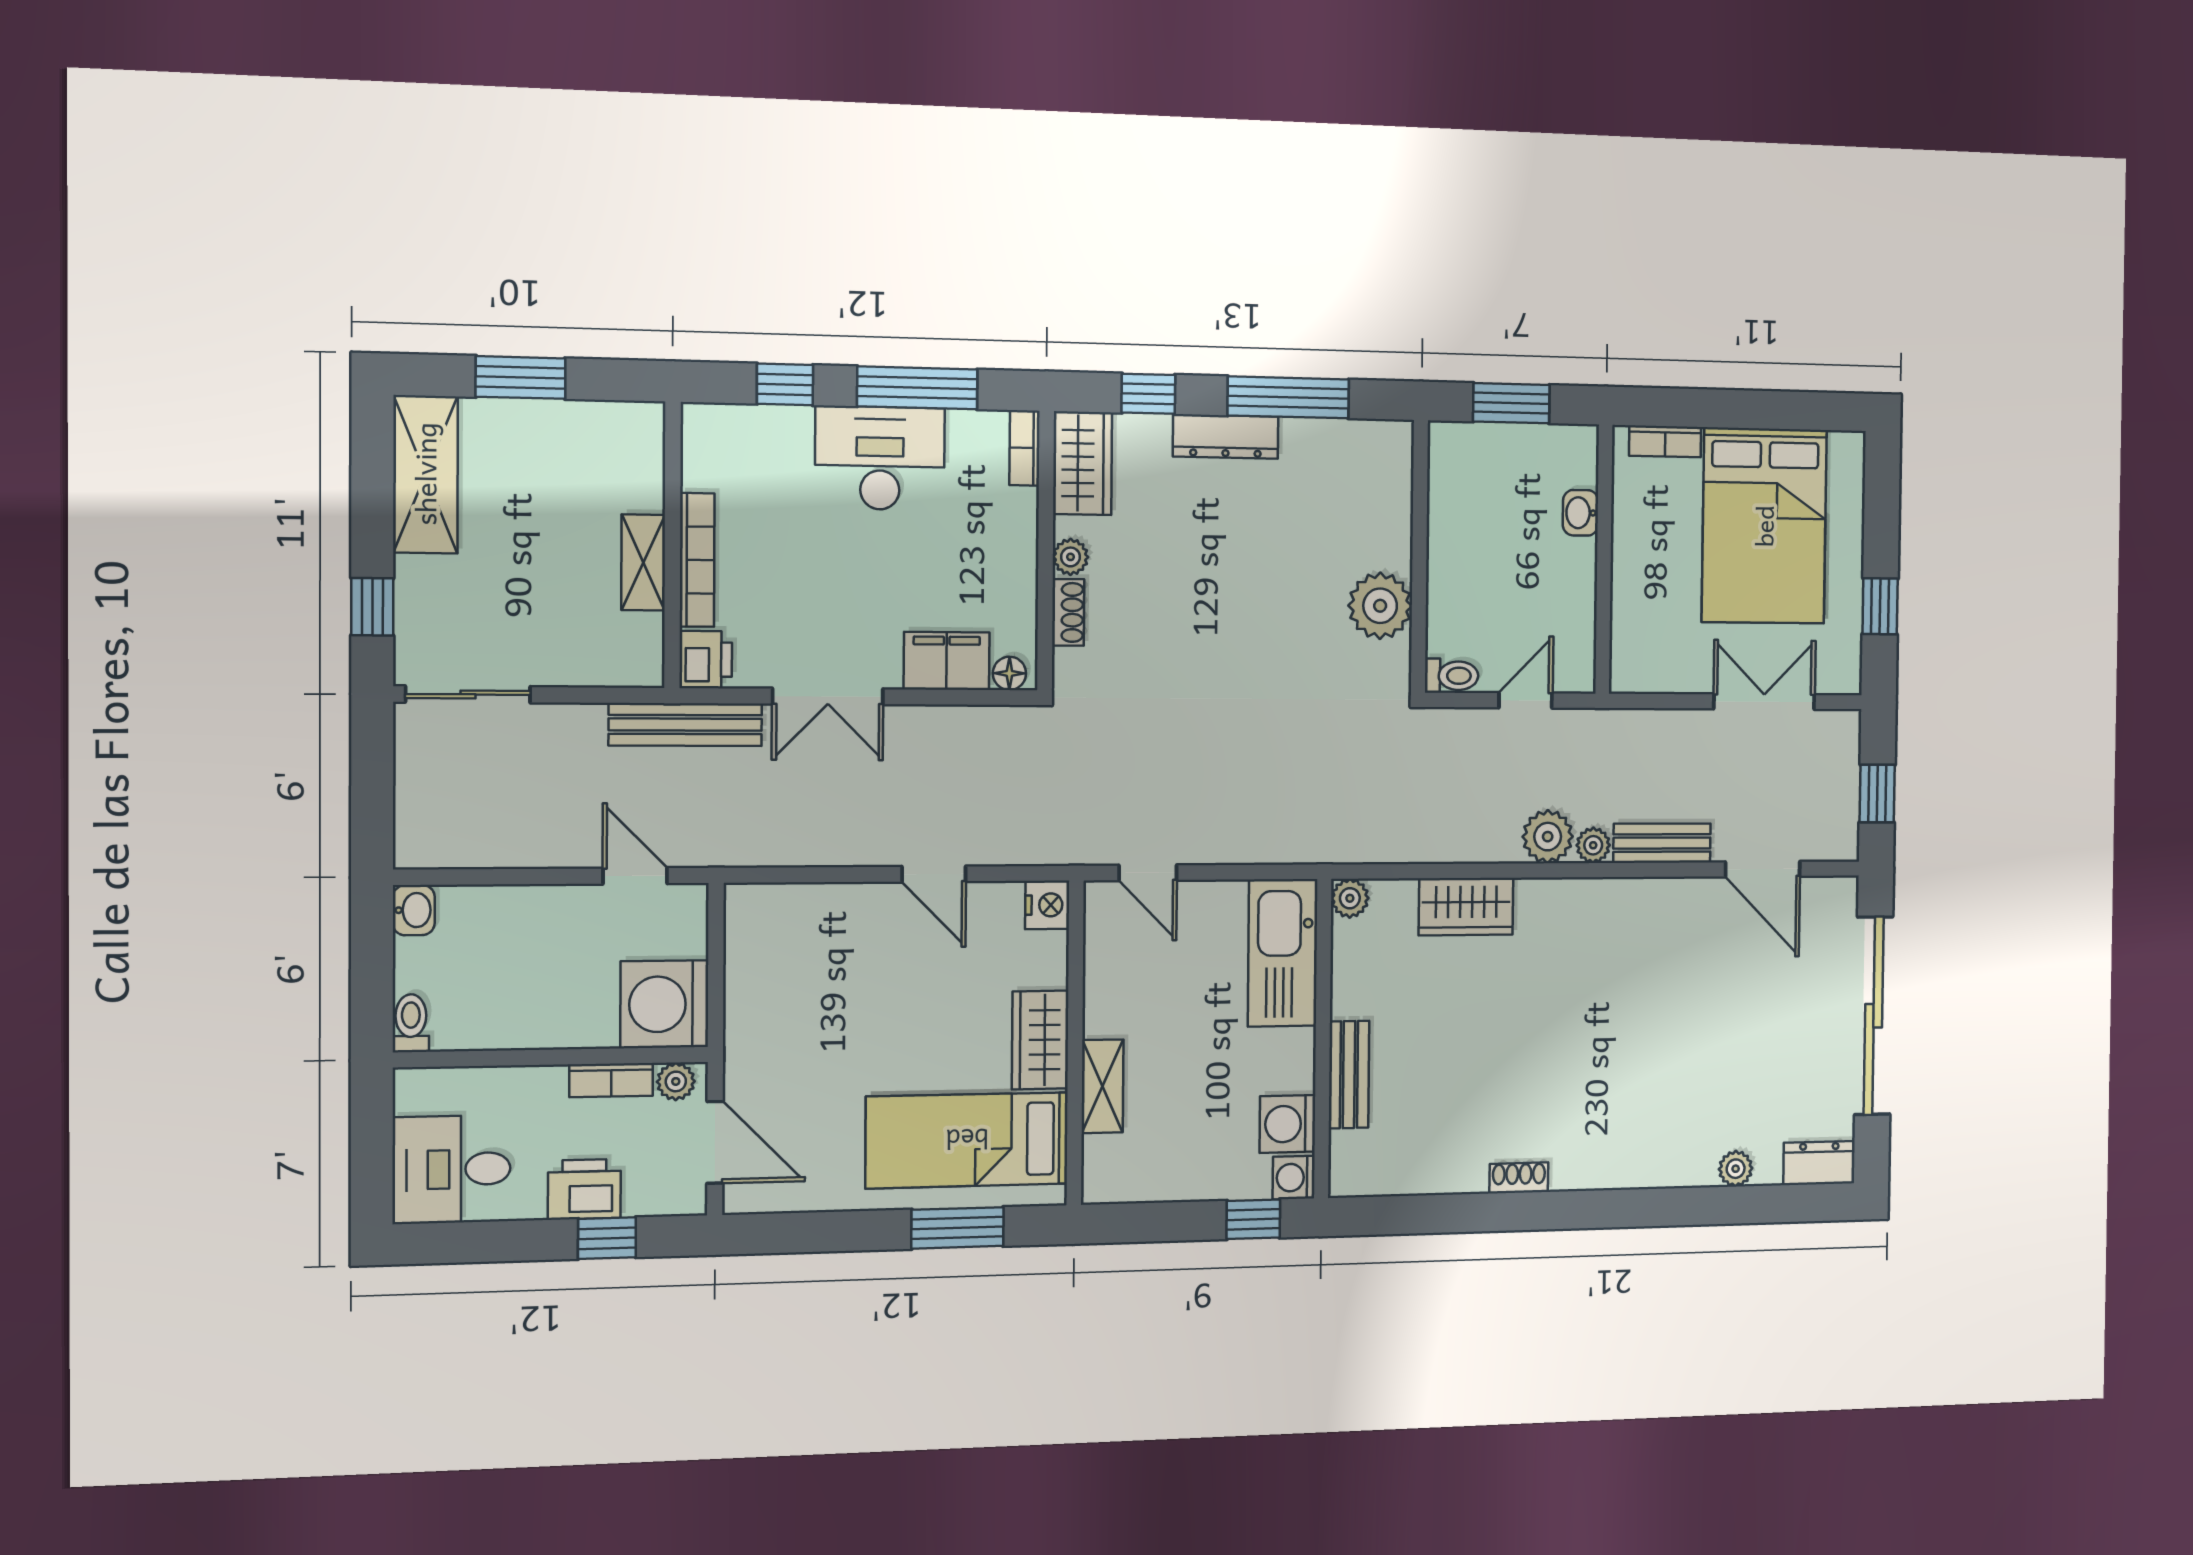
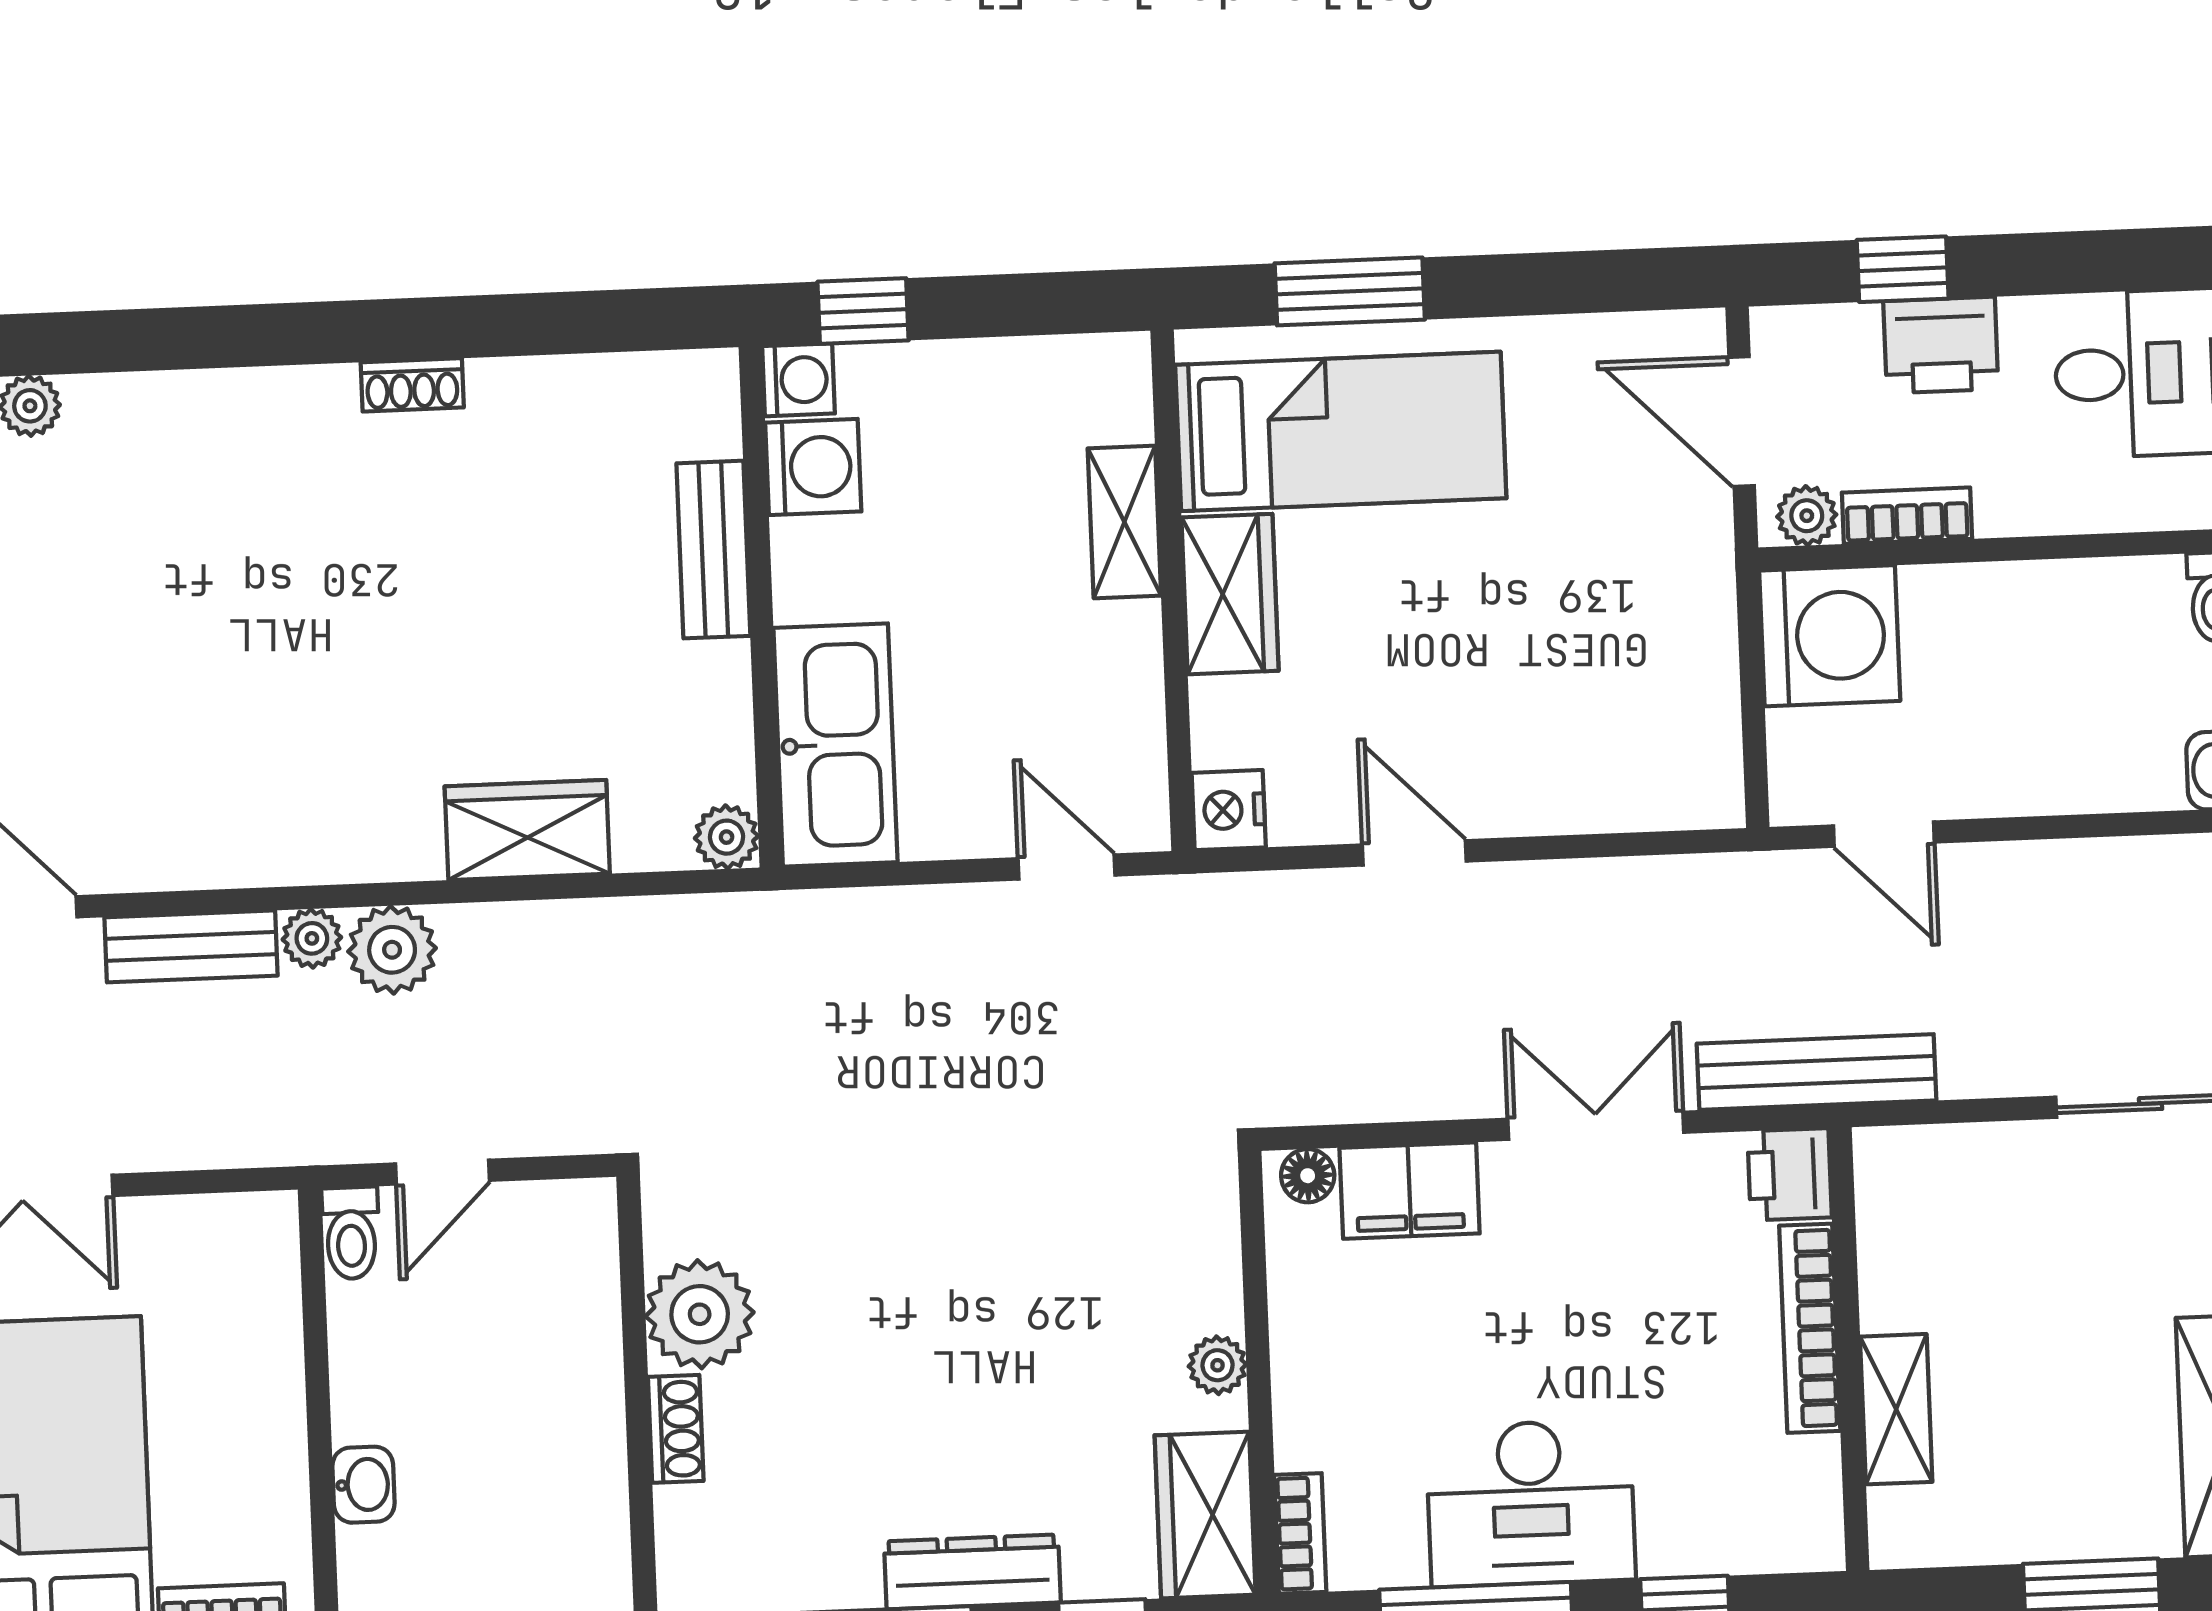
shelving: (643, 562) -> (1896, 1409), moved
shoe rack: (1068, 612) -> (676, 1429), moved, turned 180
toilet: (1452, 676) -> (351, 1233), moved, turned -90

